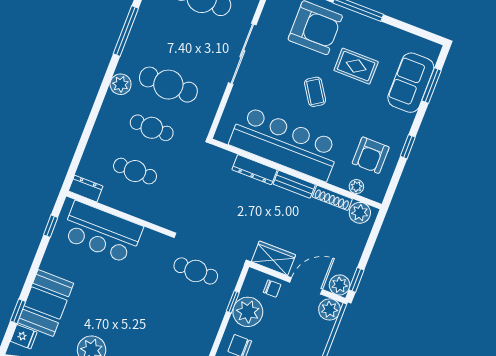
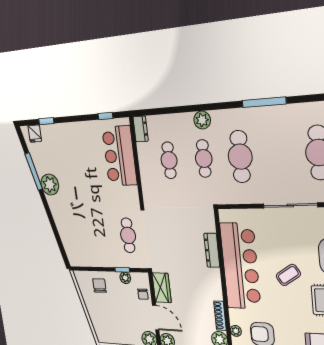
plant: (121, 84) -> (202, 120), moved
bench: (294, 184) -> (216, 284), removed
booth: (46, 303) -> (60, 138), removed
plant: (248, 312) -> (125, 278), width x0.53, depth x0.53

